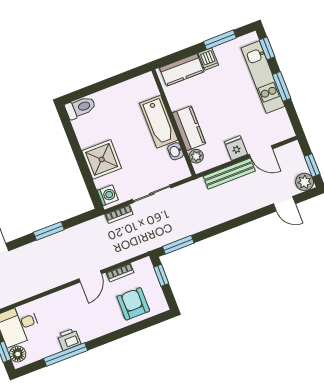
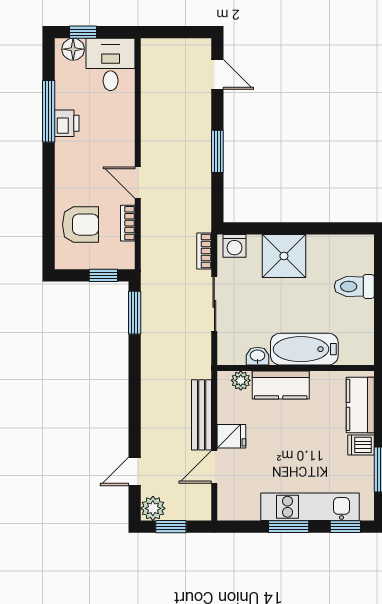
toilet: (80, 108) -> (354, 286), moved, turned 90

